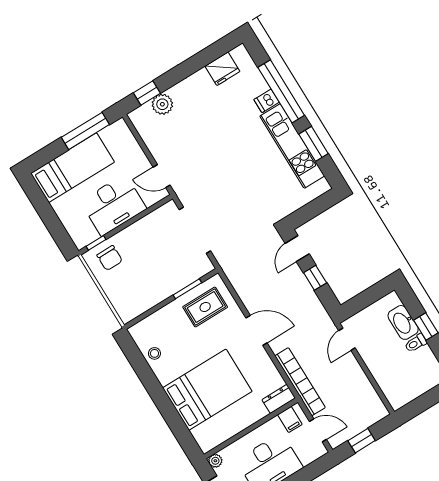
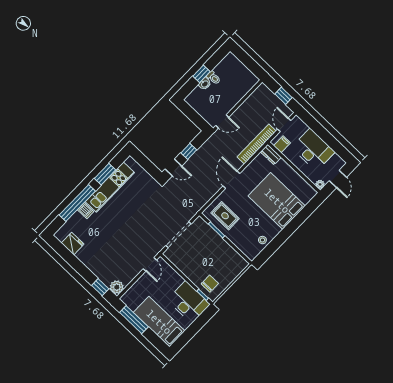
plant: (162, 104) -> (117, 287), moved
desk: (113, 205) -> (189, 302), moved
washbasin: (403, 322) -> (205, 84), width x0.52, depth x0.69

